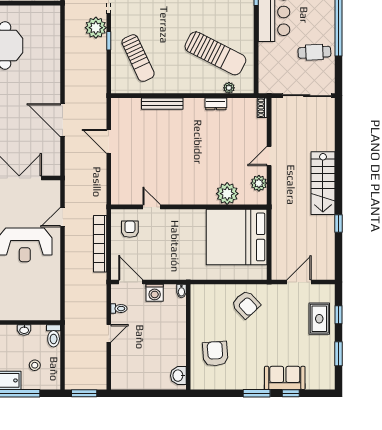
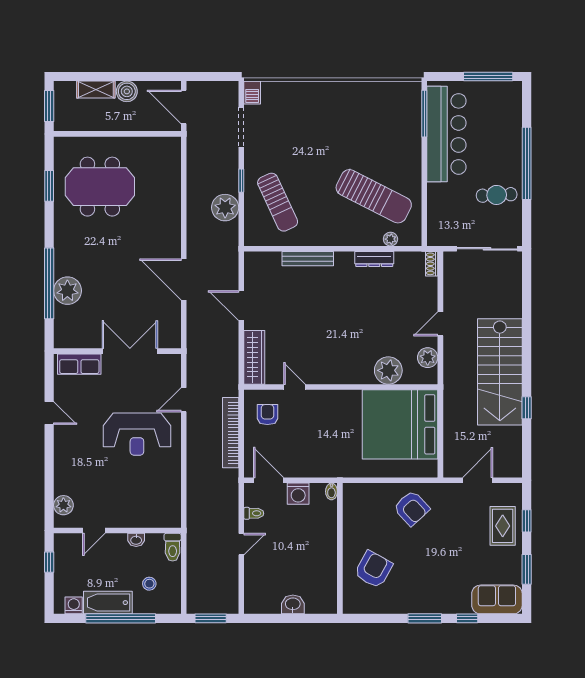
plant: (96, 28) -> (225, 208), moved
dresser: (216, 104) -> (374, 259), width x1.44
wardrobe: (119, 183) -> (254, 357), added
stairs: (323, 183) -> (500, 372), width x1.36, depth x1.51
armchair: (215, 354) -> (373, 569), turned 33
washbasin: (178, 376) -> (293, 604), moved, turned 90
sofa: (285, 378) -> (497, 599), moved

